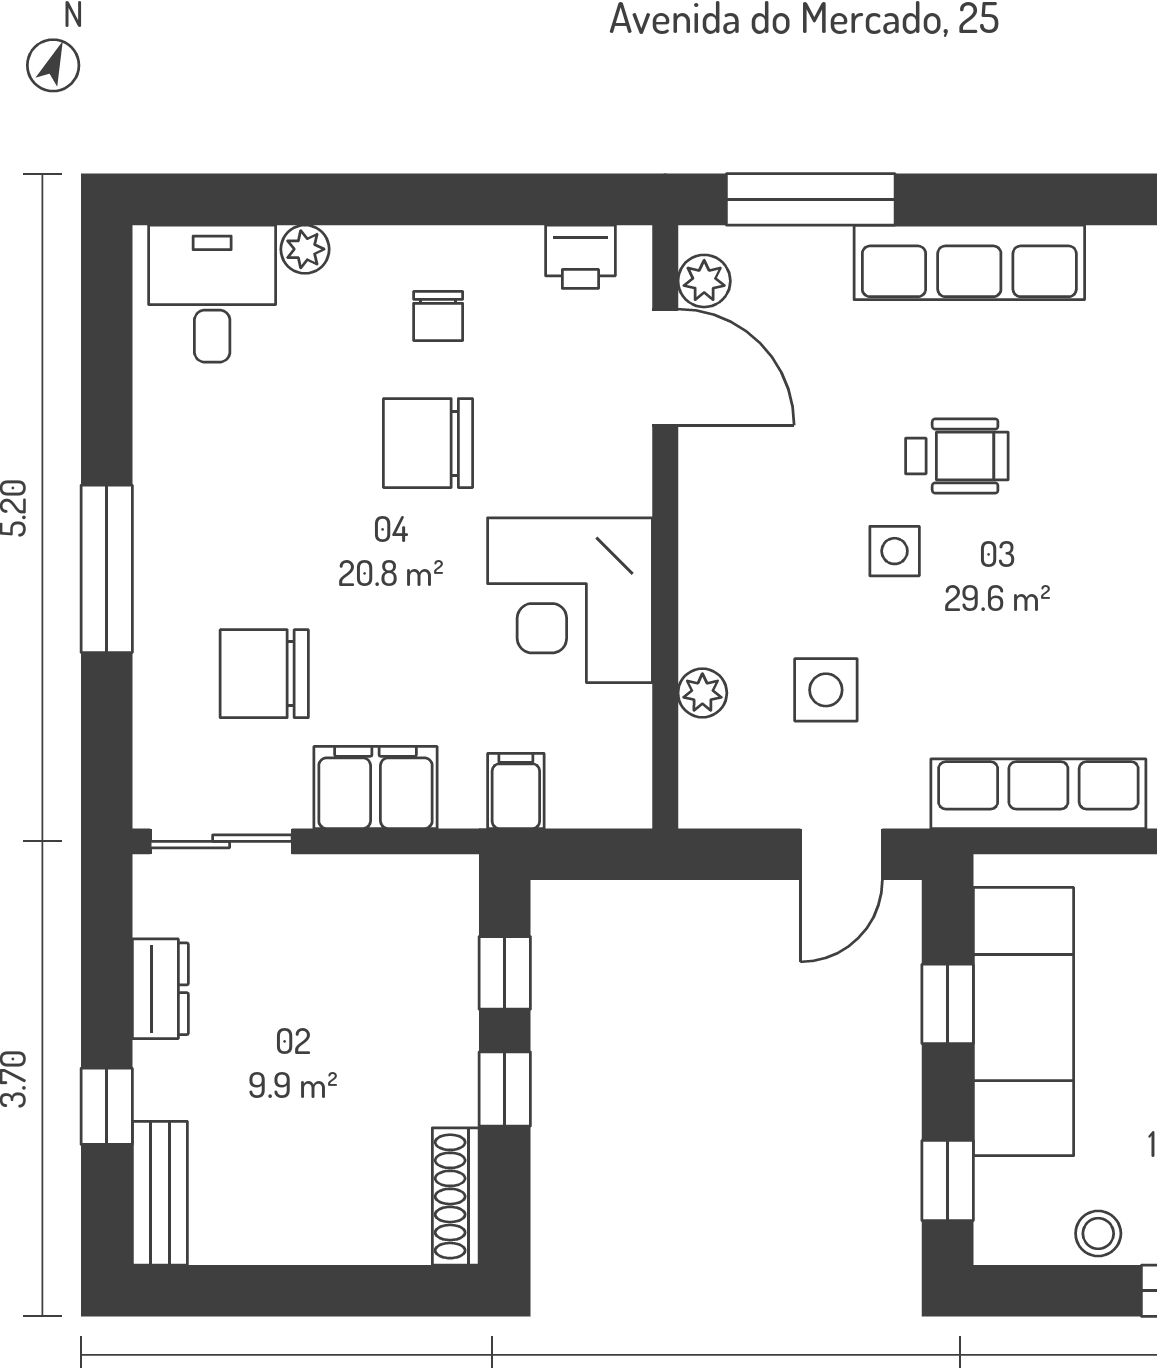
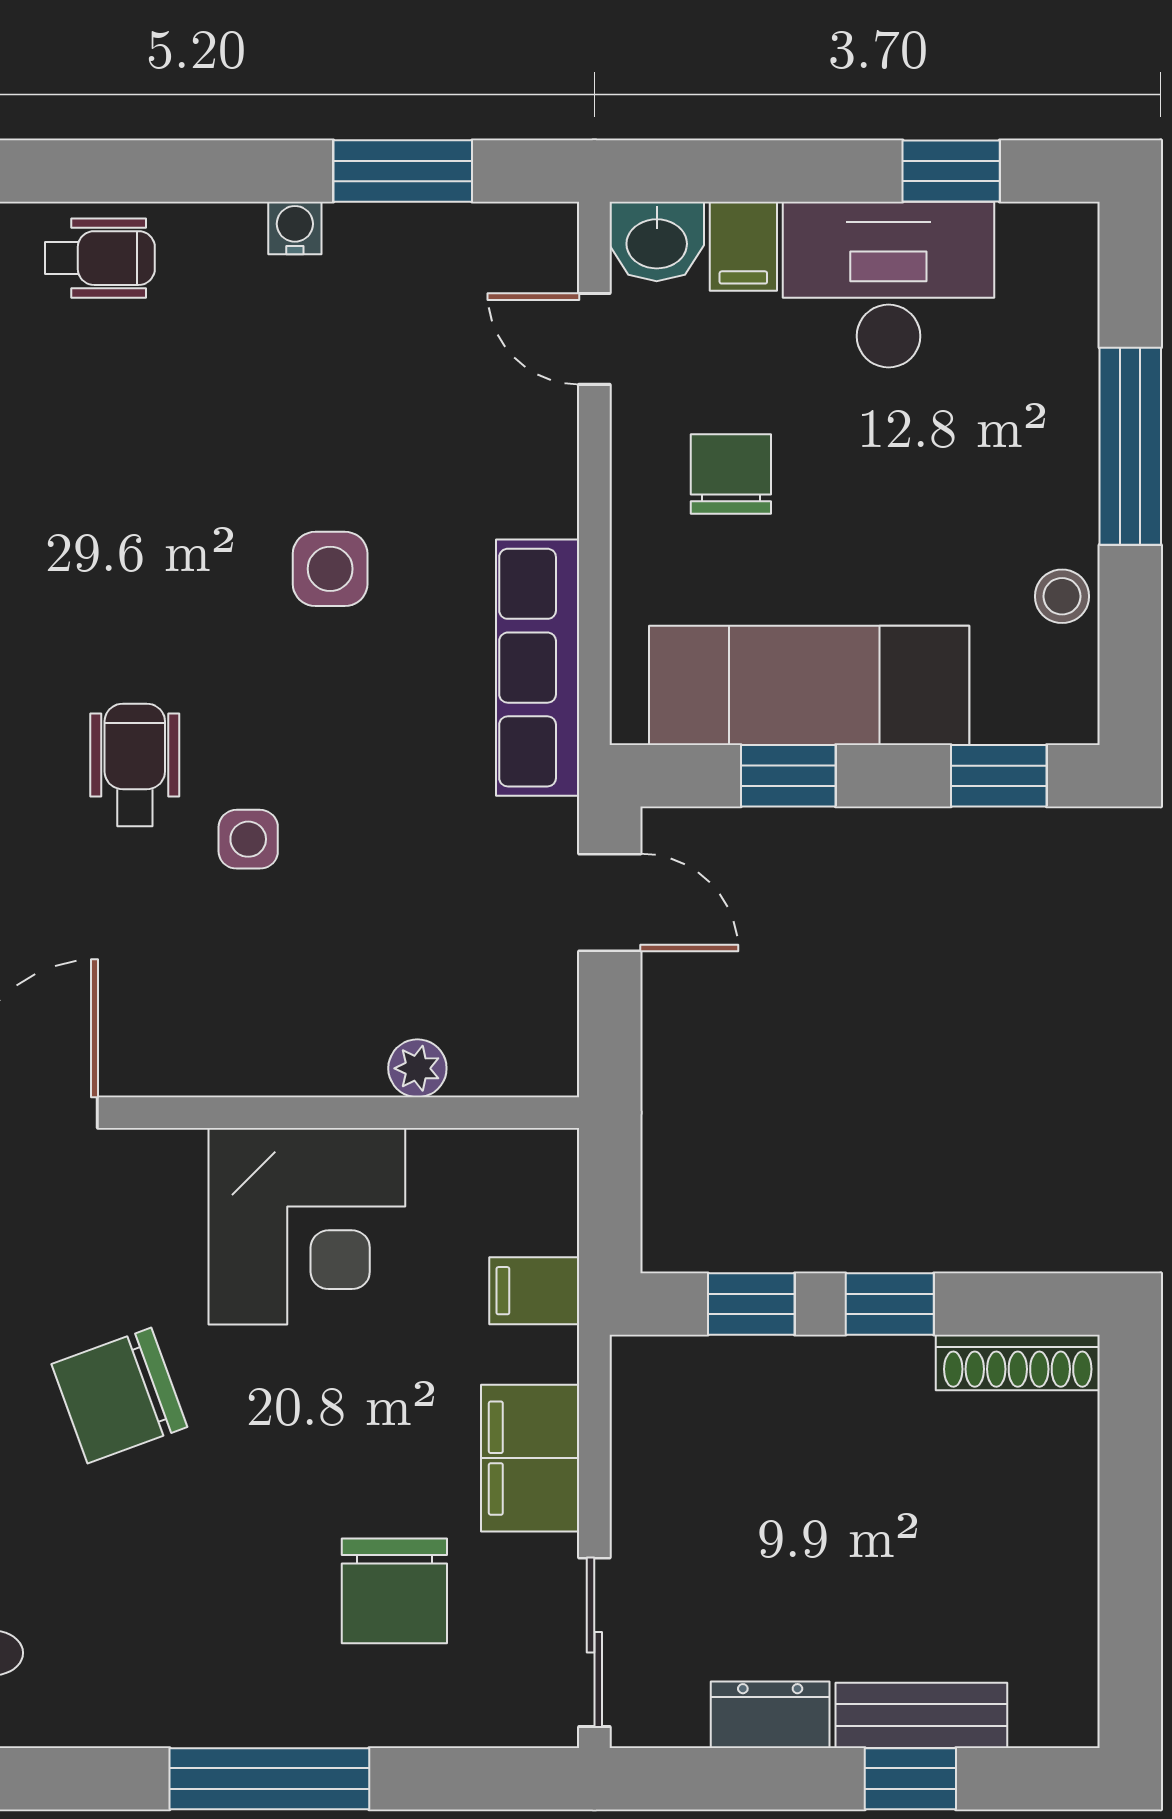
chair: (428, 443) -> (119, 1395), turned 70
side table: (826, 690) -> (330, 569), moved
bench: (160, 1193) -> (921, 1715), moved

